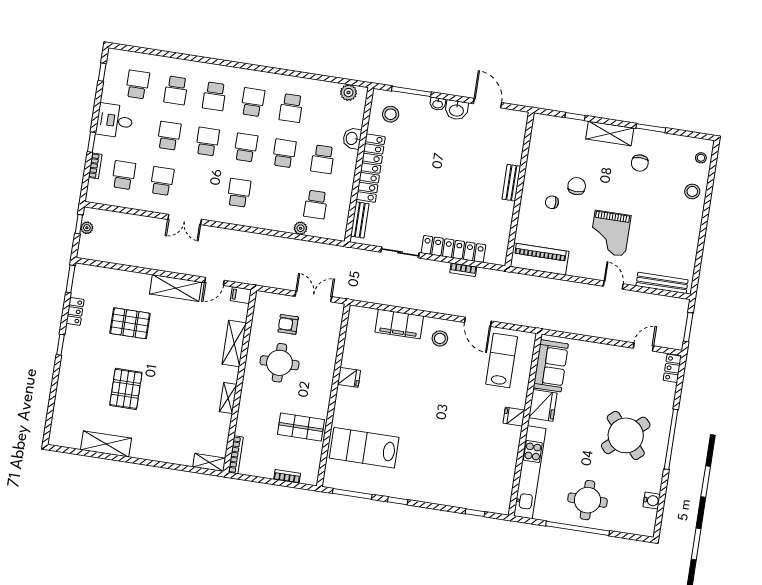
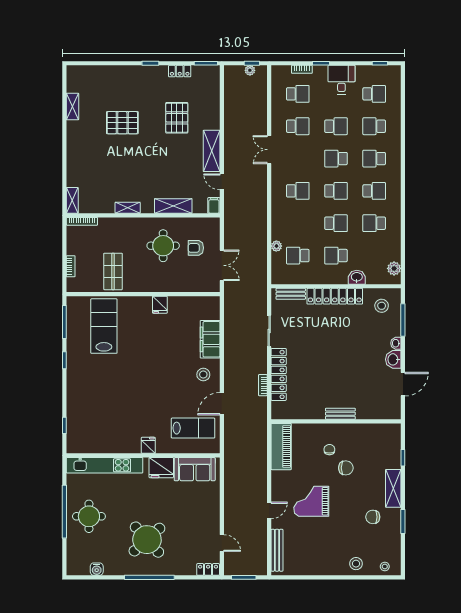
school desk: (207, 142) -> (336, 159), turned 180
armchair: (288, 324) -> (196, 248), turned -90
shelving: (106, 444) -> (72, 107), width x0.67, depth x0.75

